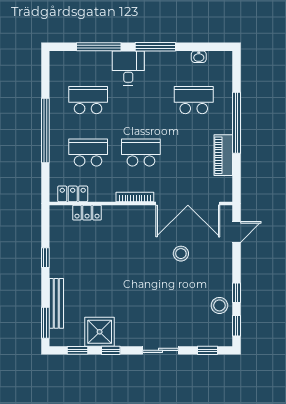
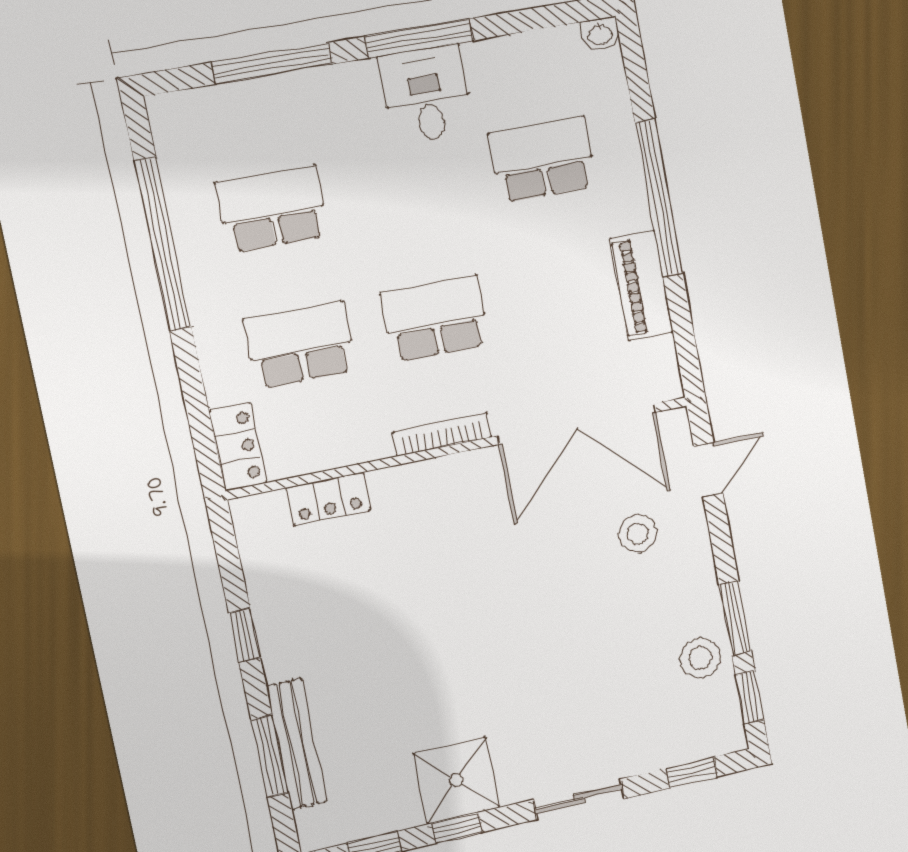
washbasin: (199, 57) -> (600, 34), moved
desk: (128, 68) -> (426, 94), moved
window: (45, 130) -> (163, 244), moved
locker: (73, 194) -> (238, 447), moved, turned 90
stool: (181, 254) -> (638, 533), moved
window: (237, 293) -> (735, 618), width x1.50
window: (45, 323) -> (270, 756), moved
shower: (100, 332) -> (456, 781), moved

